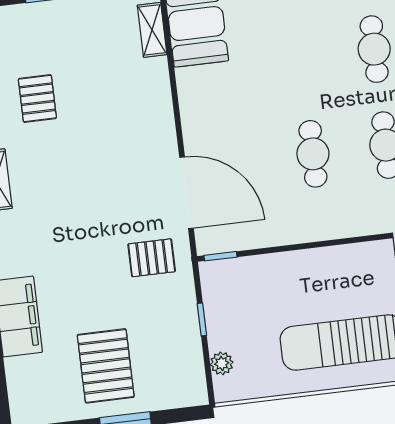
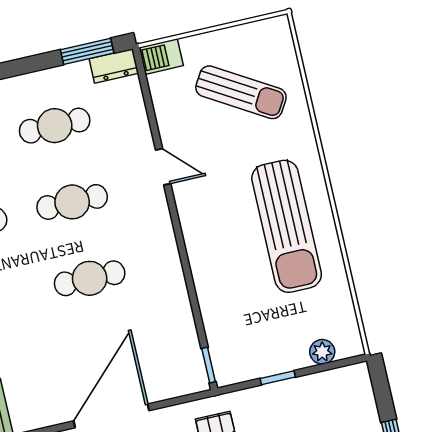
door: (187, 193) -> (111, 416), moved

